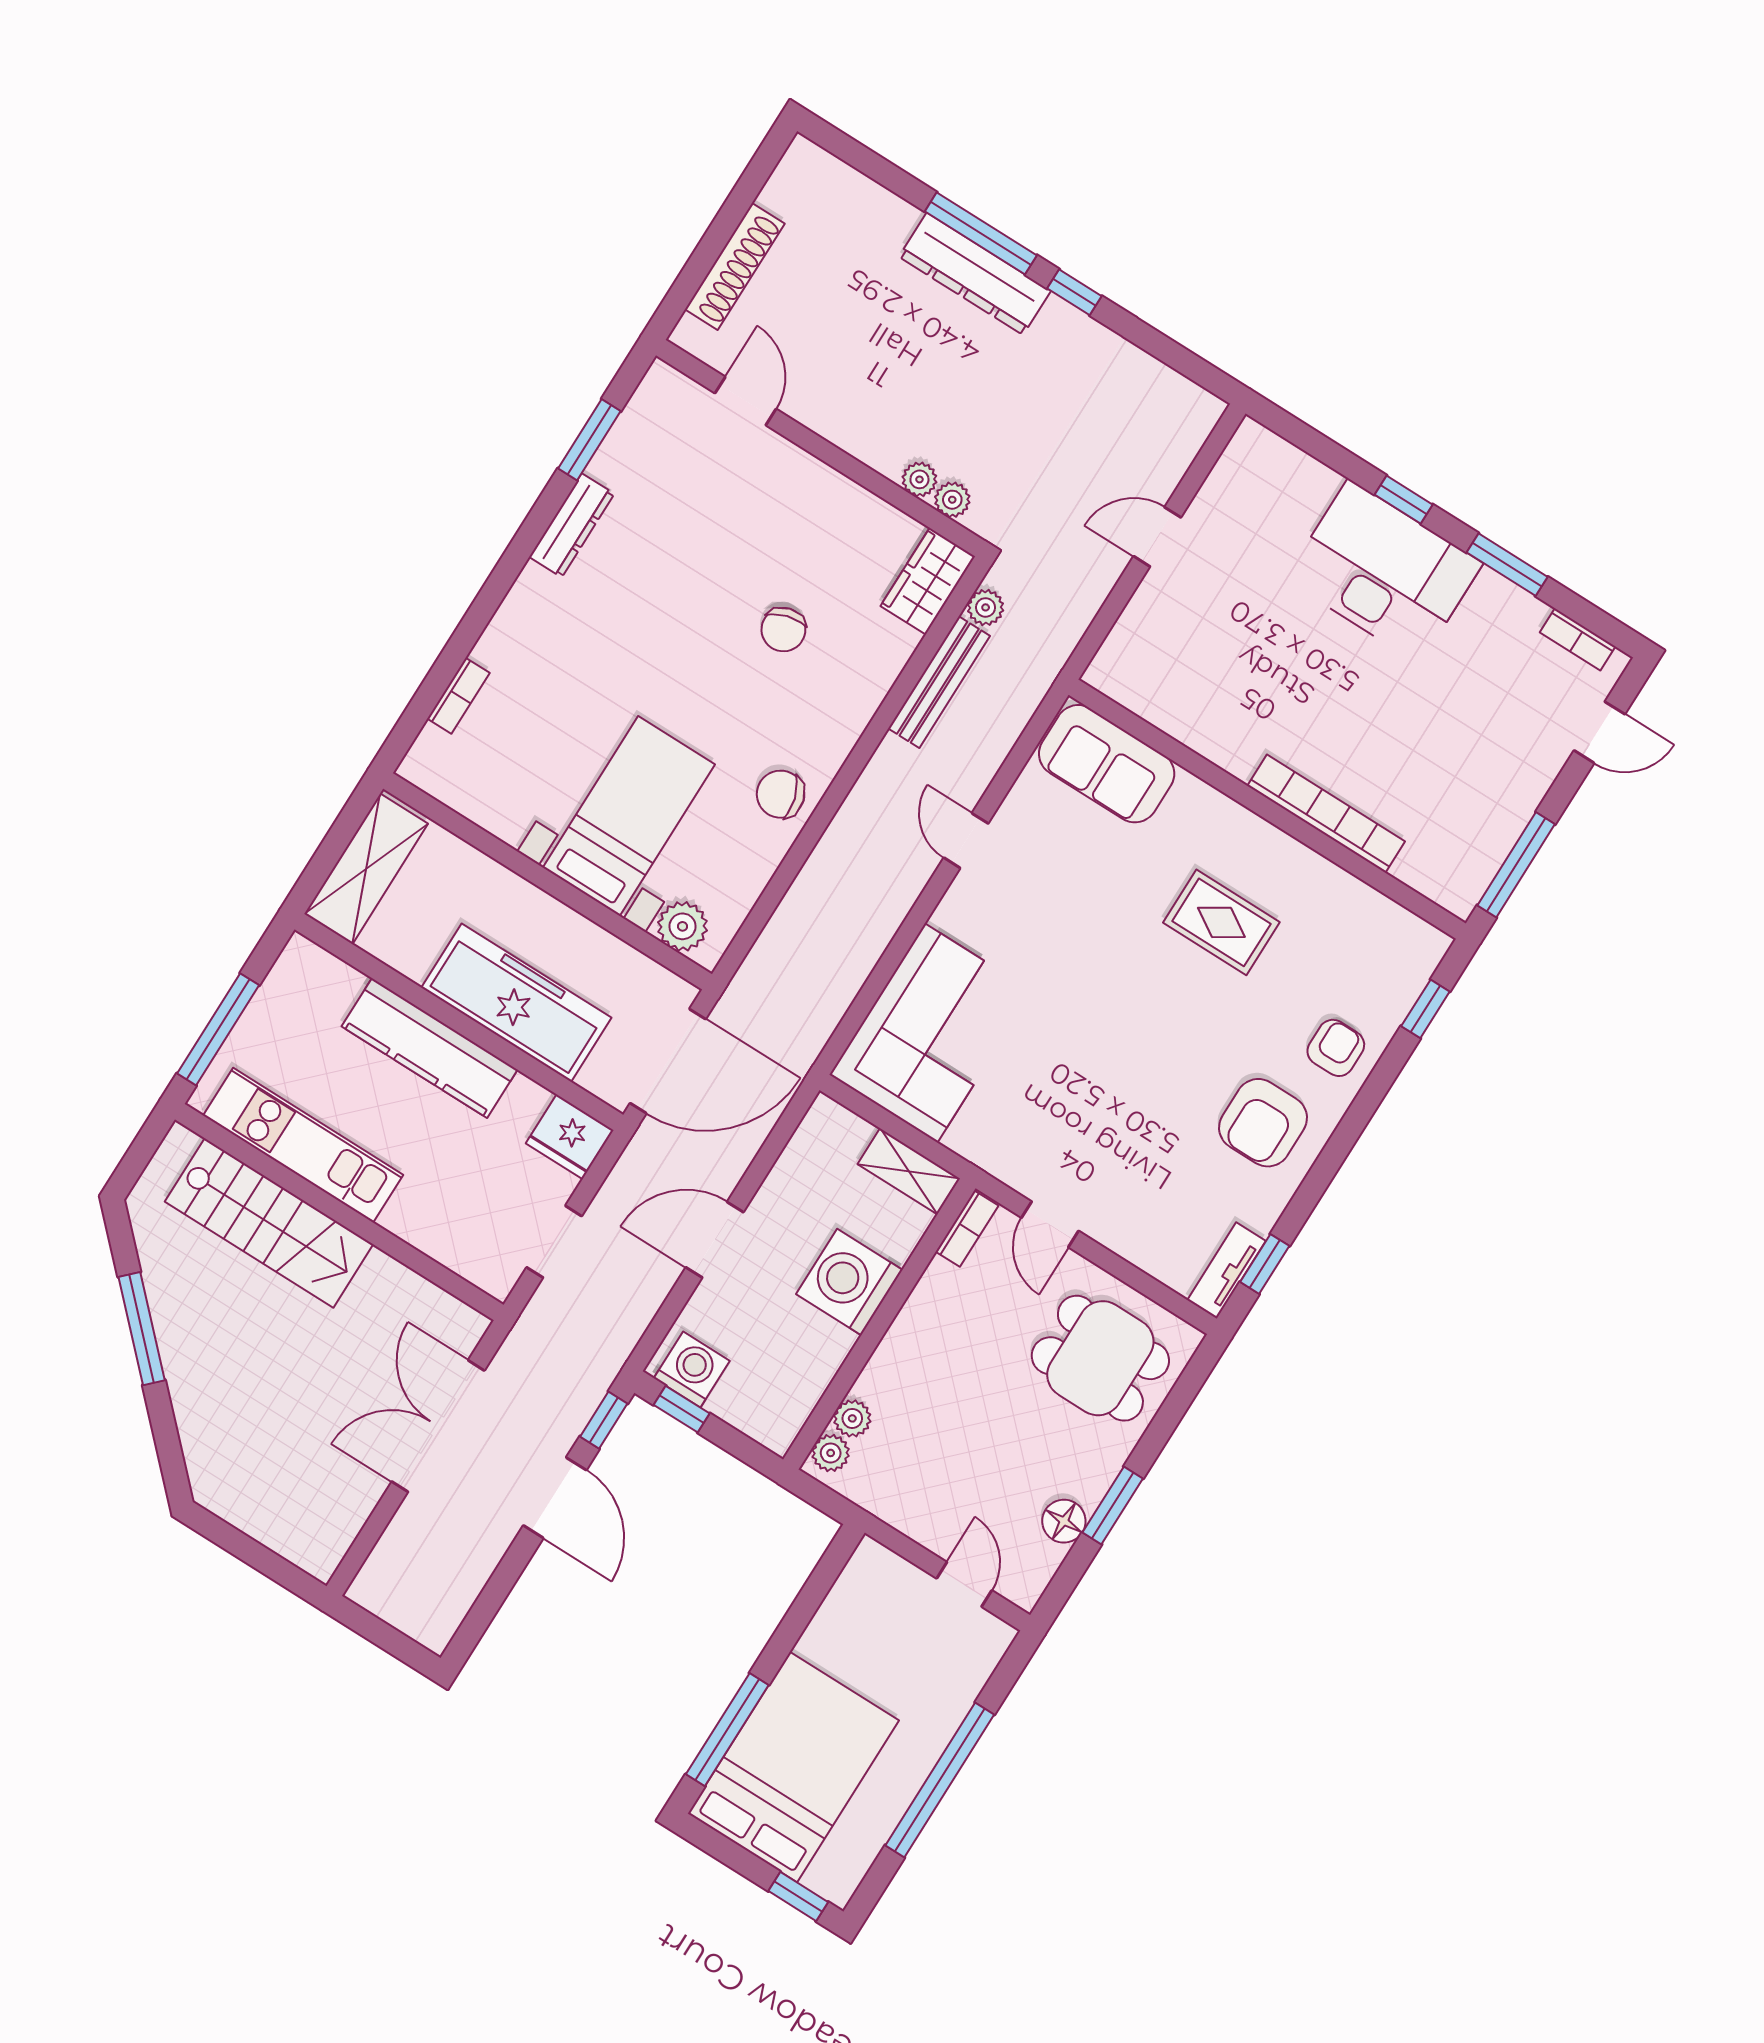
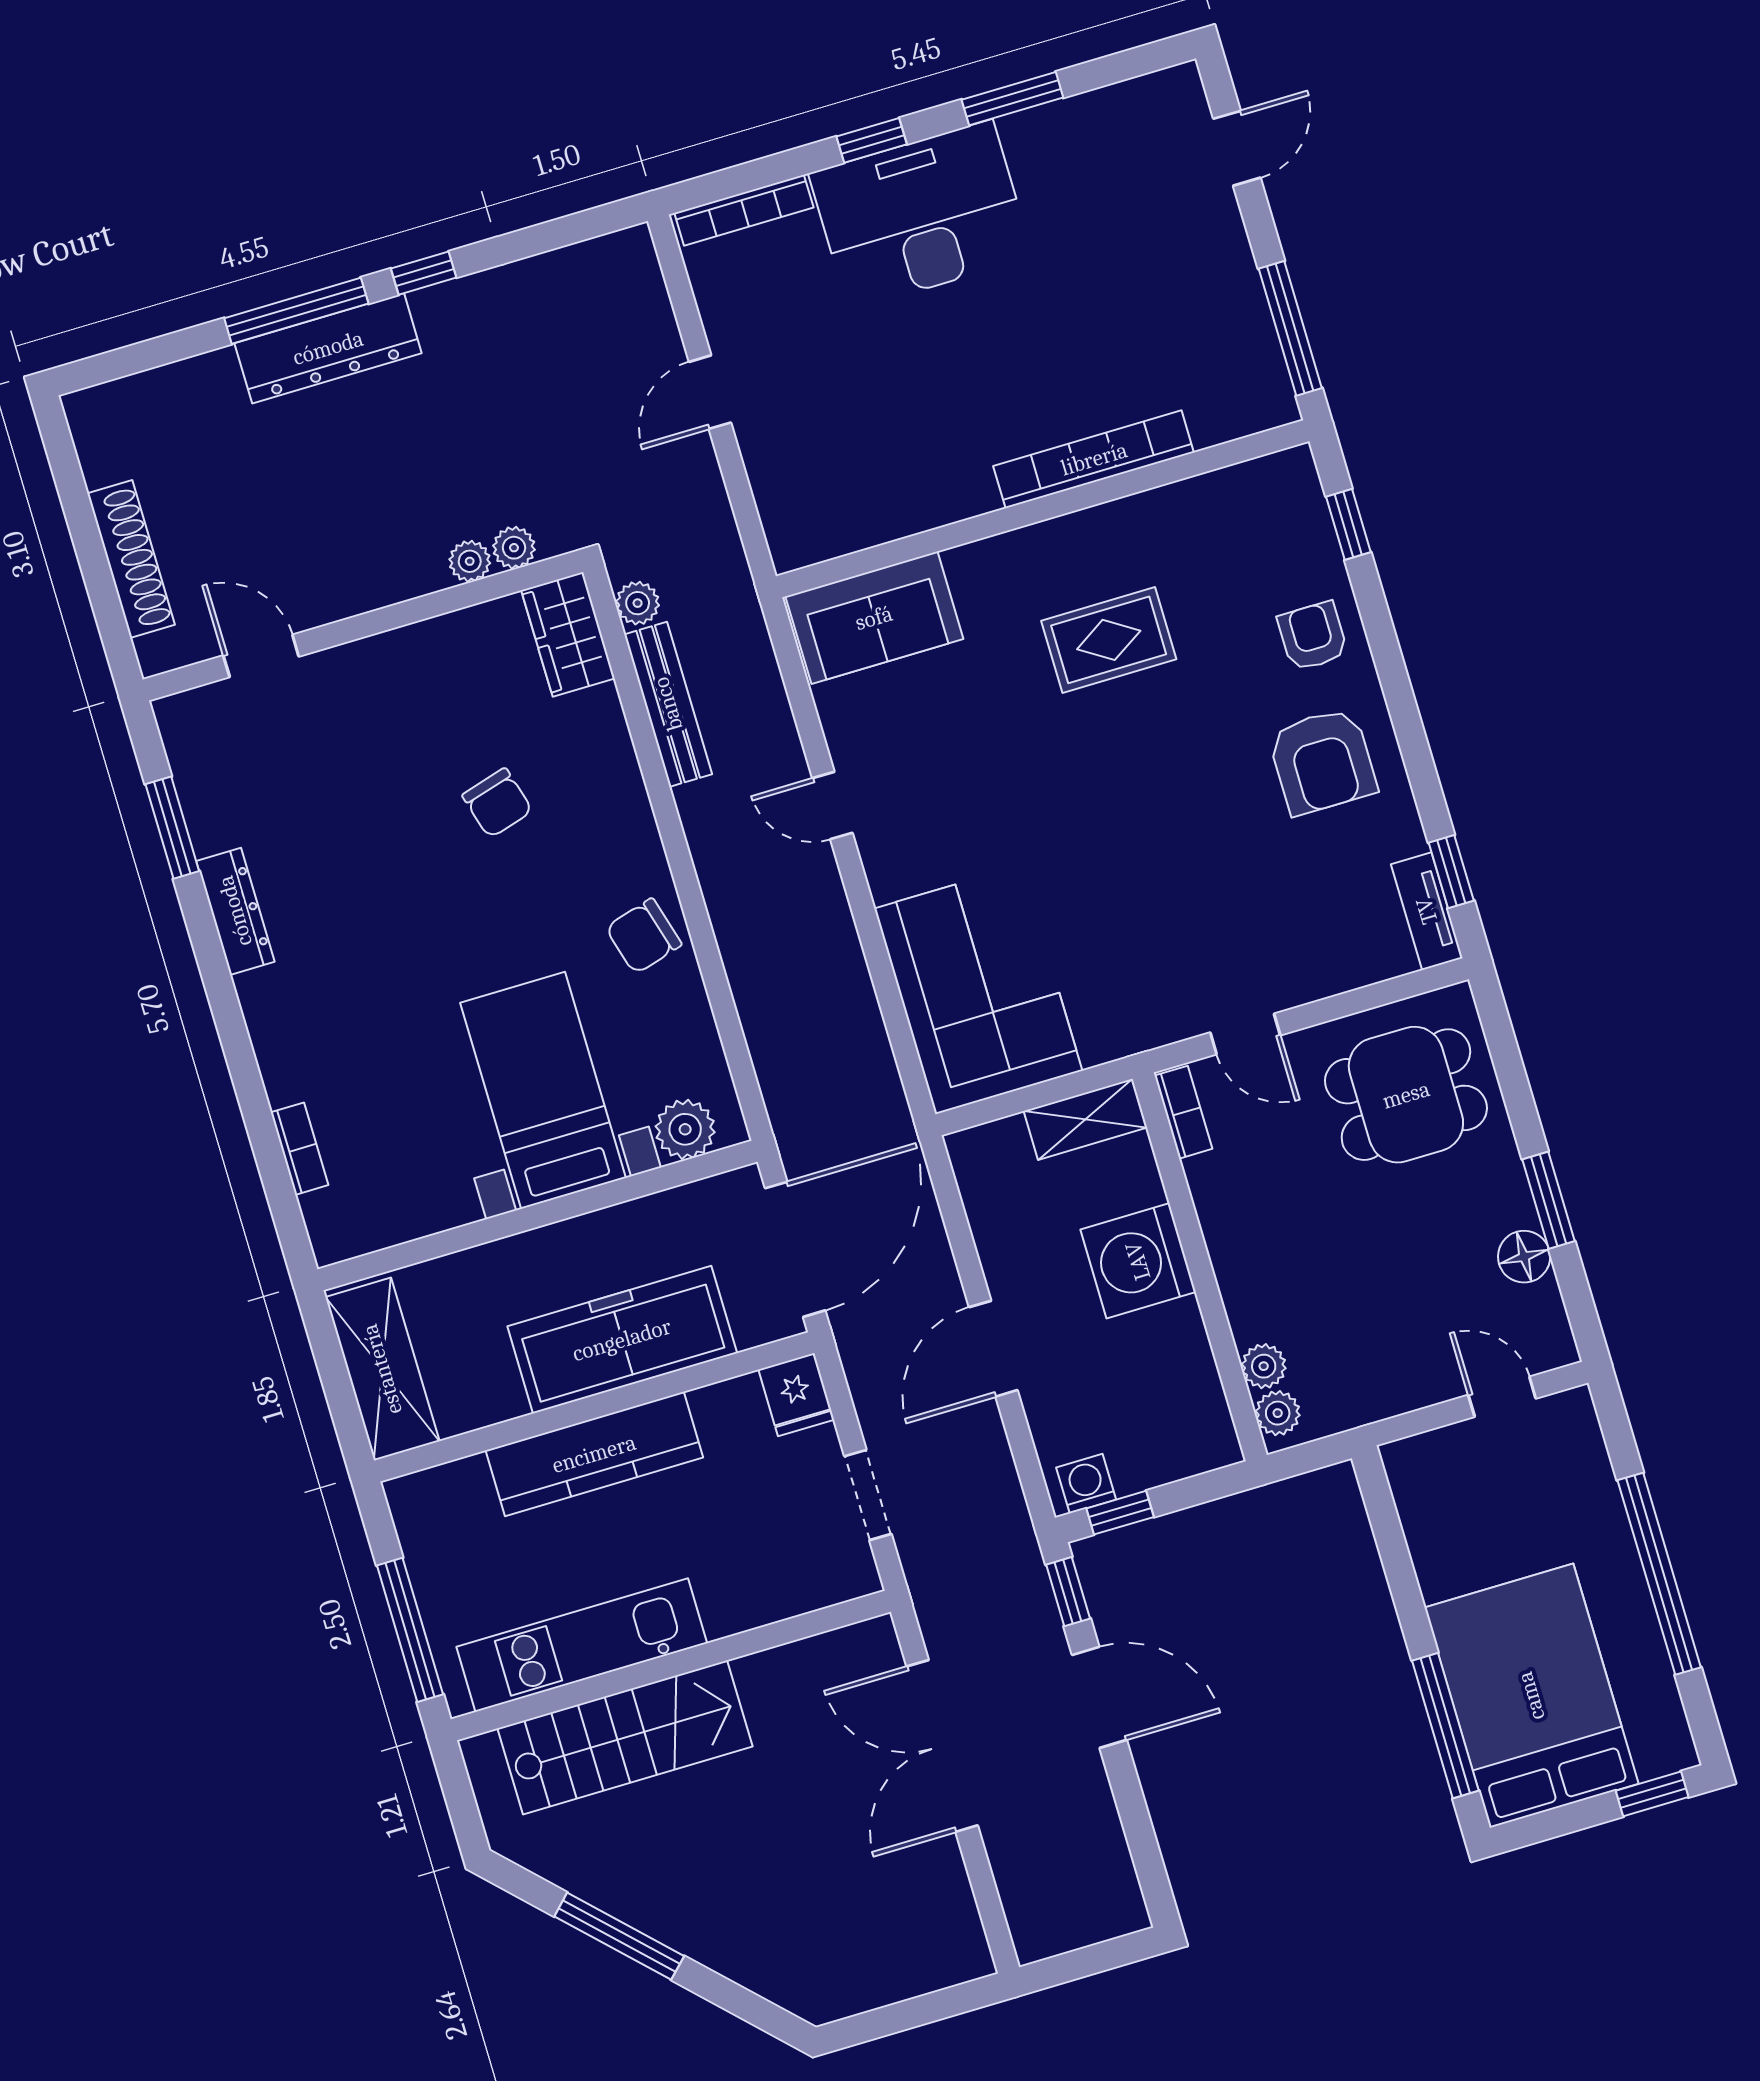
bookcase: (1578, 639) -> (744, 210), moved, width x1.56
fridge: (570, 1137) -> (796, 1395), width x0.72
washing machine: (692, 1370) -> (1086, 1484), width x0.73, depth x0.73

